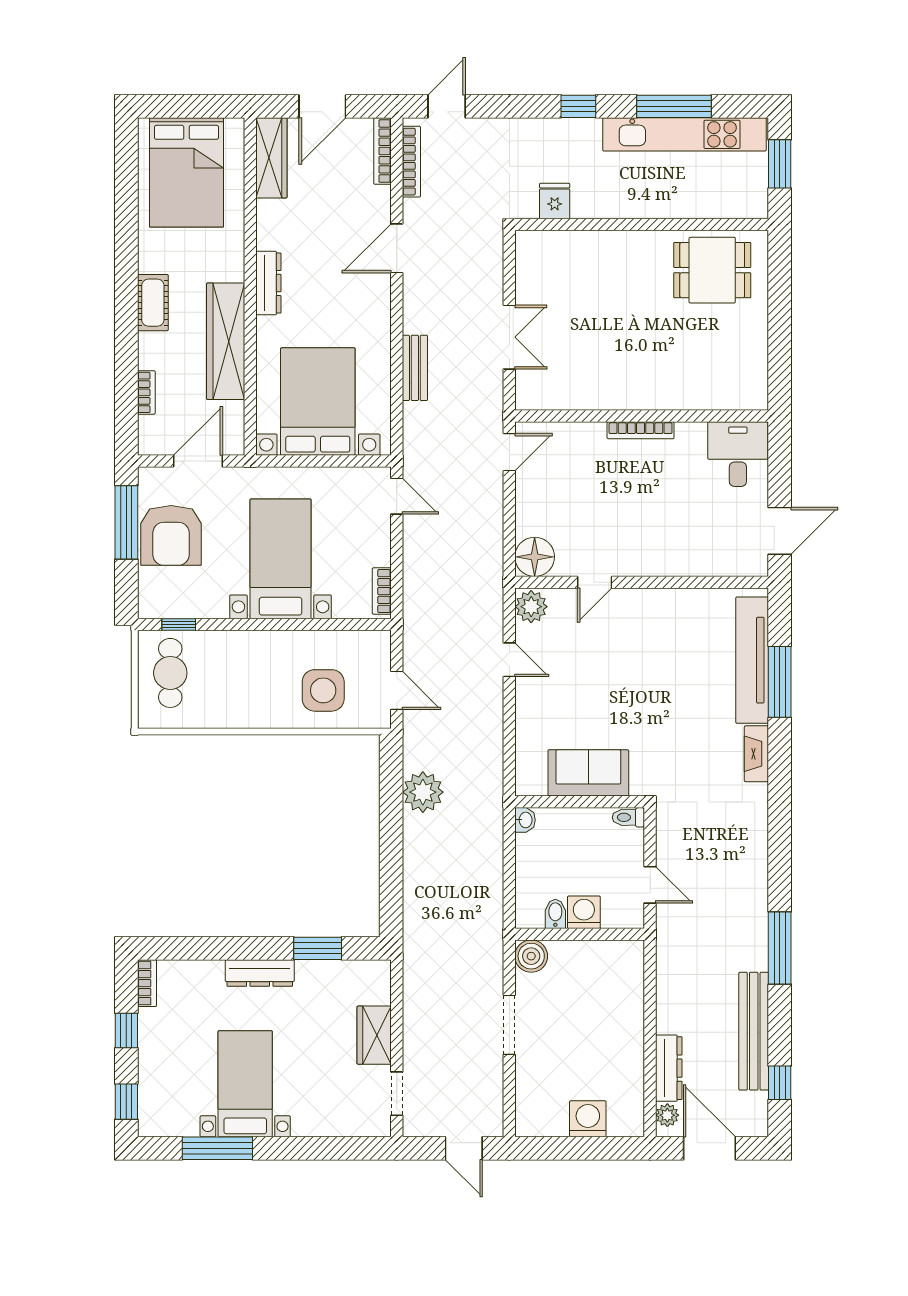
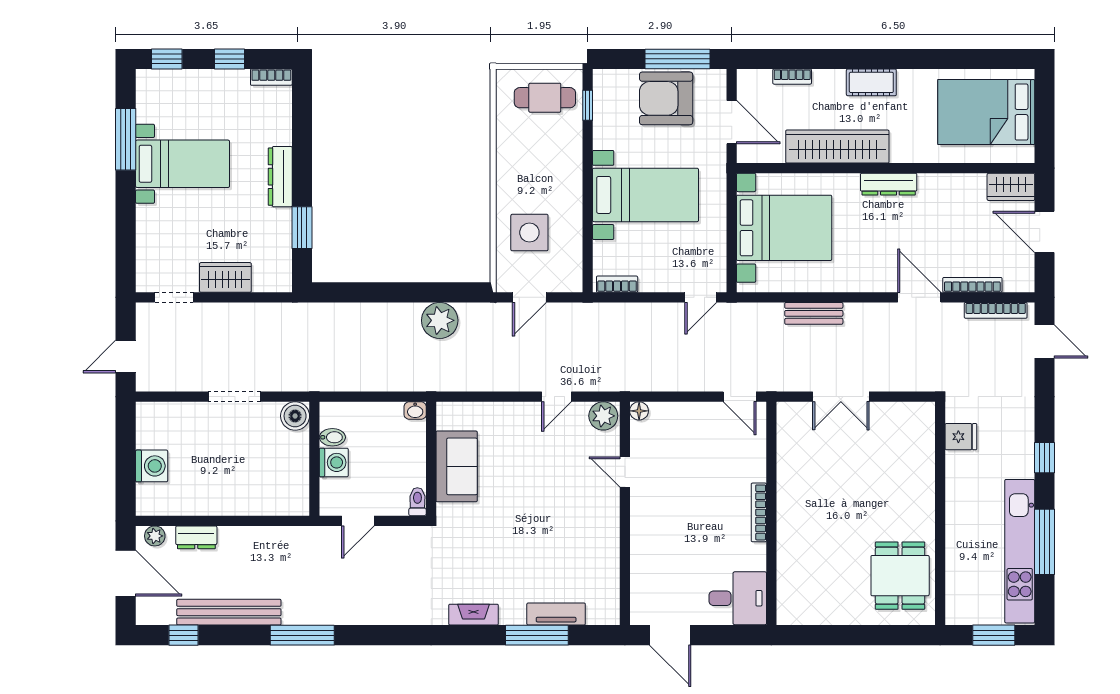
bookcase: (382, 151) -> (972, 285), moved
wardrobe: (271, 158) -> (1011, 187), width x0.67
floor lamp: (535, 557) -> (639, 411), width x0.53, depth x0.53
tv unit: (752, 660) -> (556, 614), width x0.52, depth x0.78
dresser: (669, 1068) -> (196, 537), width x0.70
door: (709, 1148) -> (126, 573), hinge flipped

